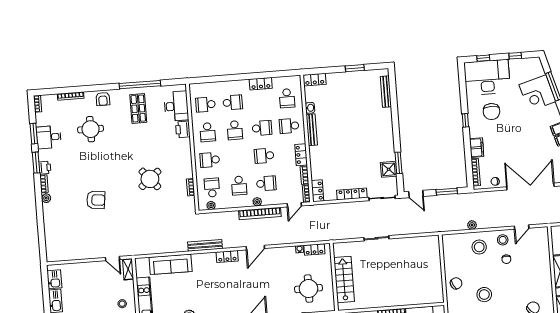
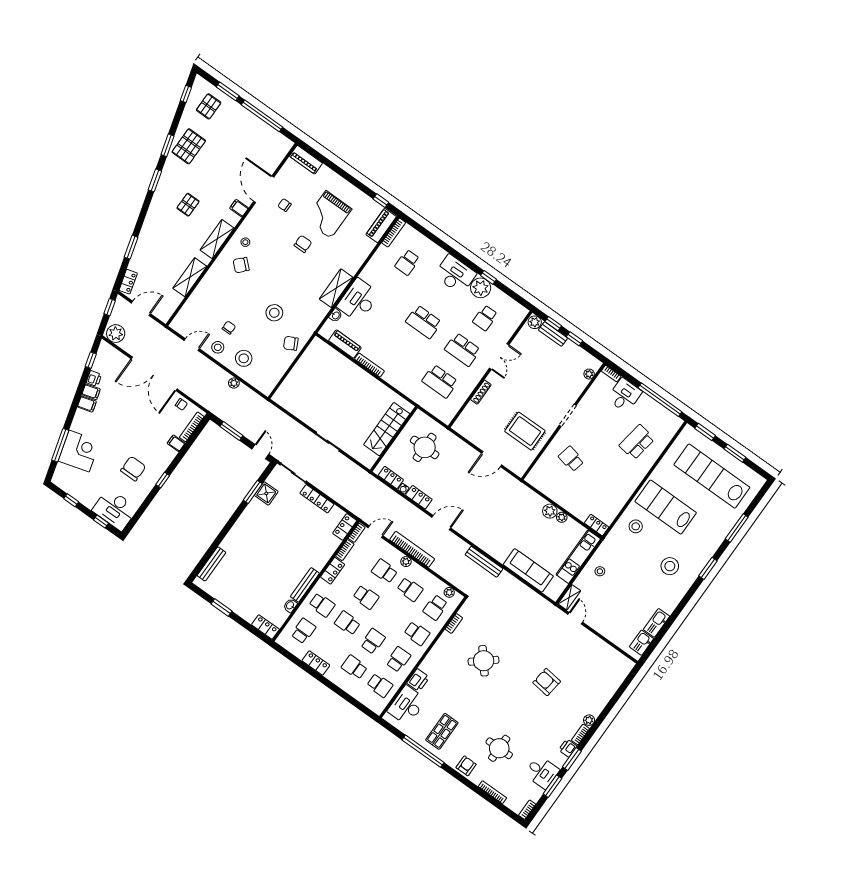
desk: (487, 77) -> (115, 509), width x0.73, depth x0.77
filing cabinet: (477, 148) -> (176, 443), width x0.50
school desk: (239, 186) -> (410, 589), turned 90
locker: (227, 256) -> (419, 497), moved

